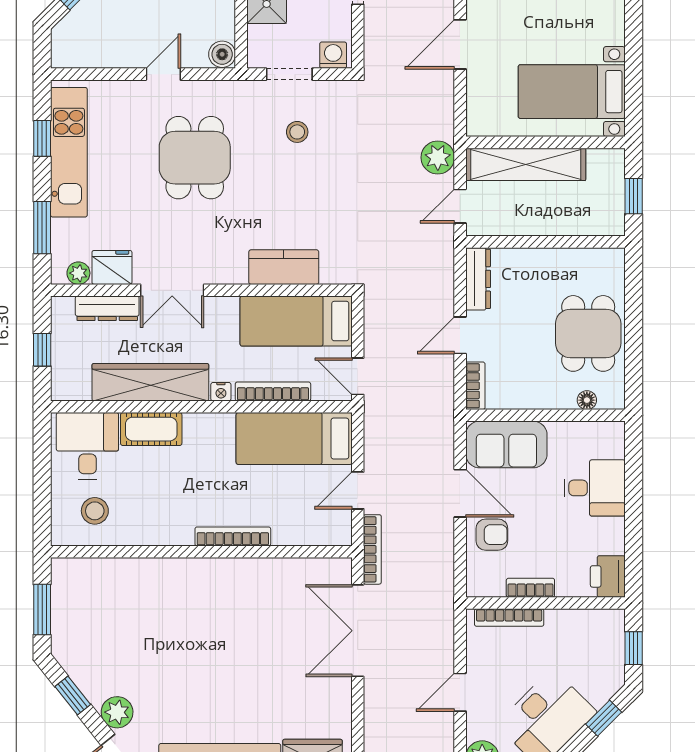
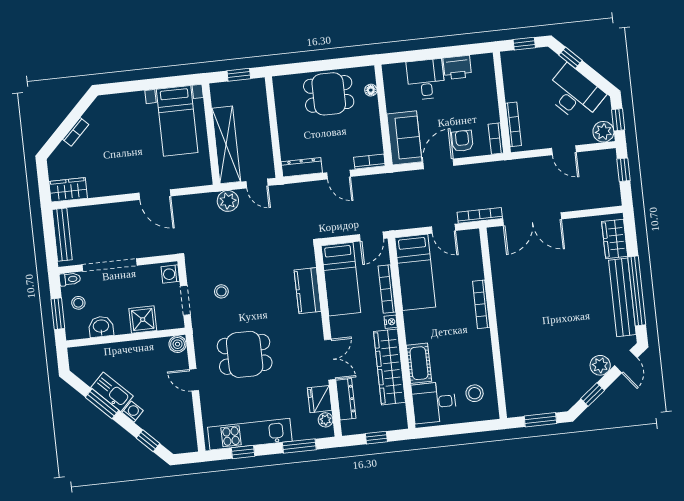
printer: (608, 576) -> (457, 67), moved
bookcase: (530, 588) -> (496, 139), moved

